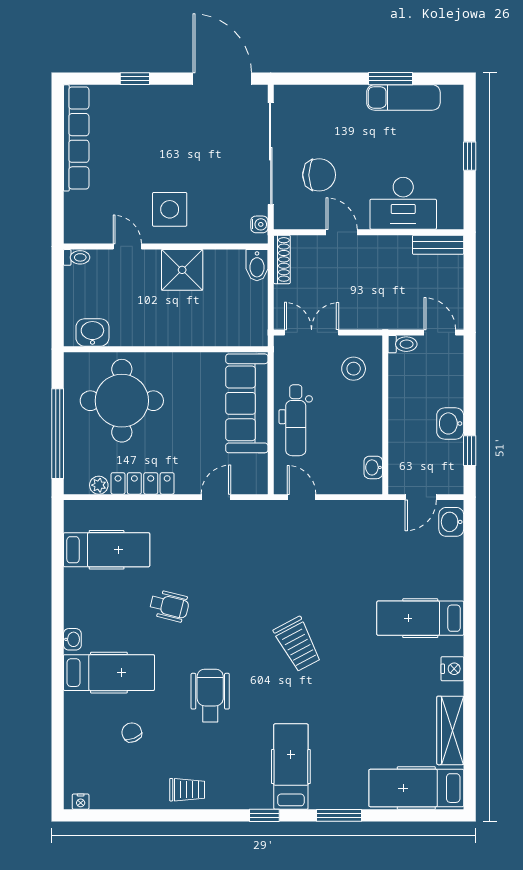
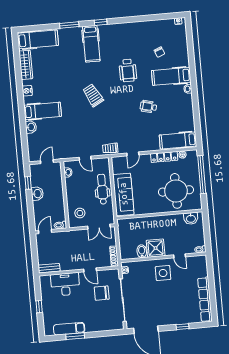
bidet: (257, 265) -> (142, 251), moved
door: (440, 332) -> (45, 231), swing flipped
door: (302, 497) -> (85, 158), moved
washbasin: (451, 522) -> (31, 127), moved
hospital bed: (107, 550) -> (178, 140), moved
trolley: (187, 790) -> (110, 148), moved

